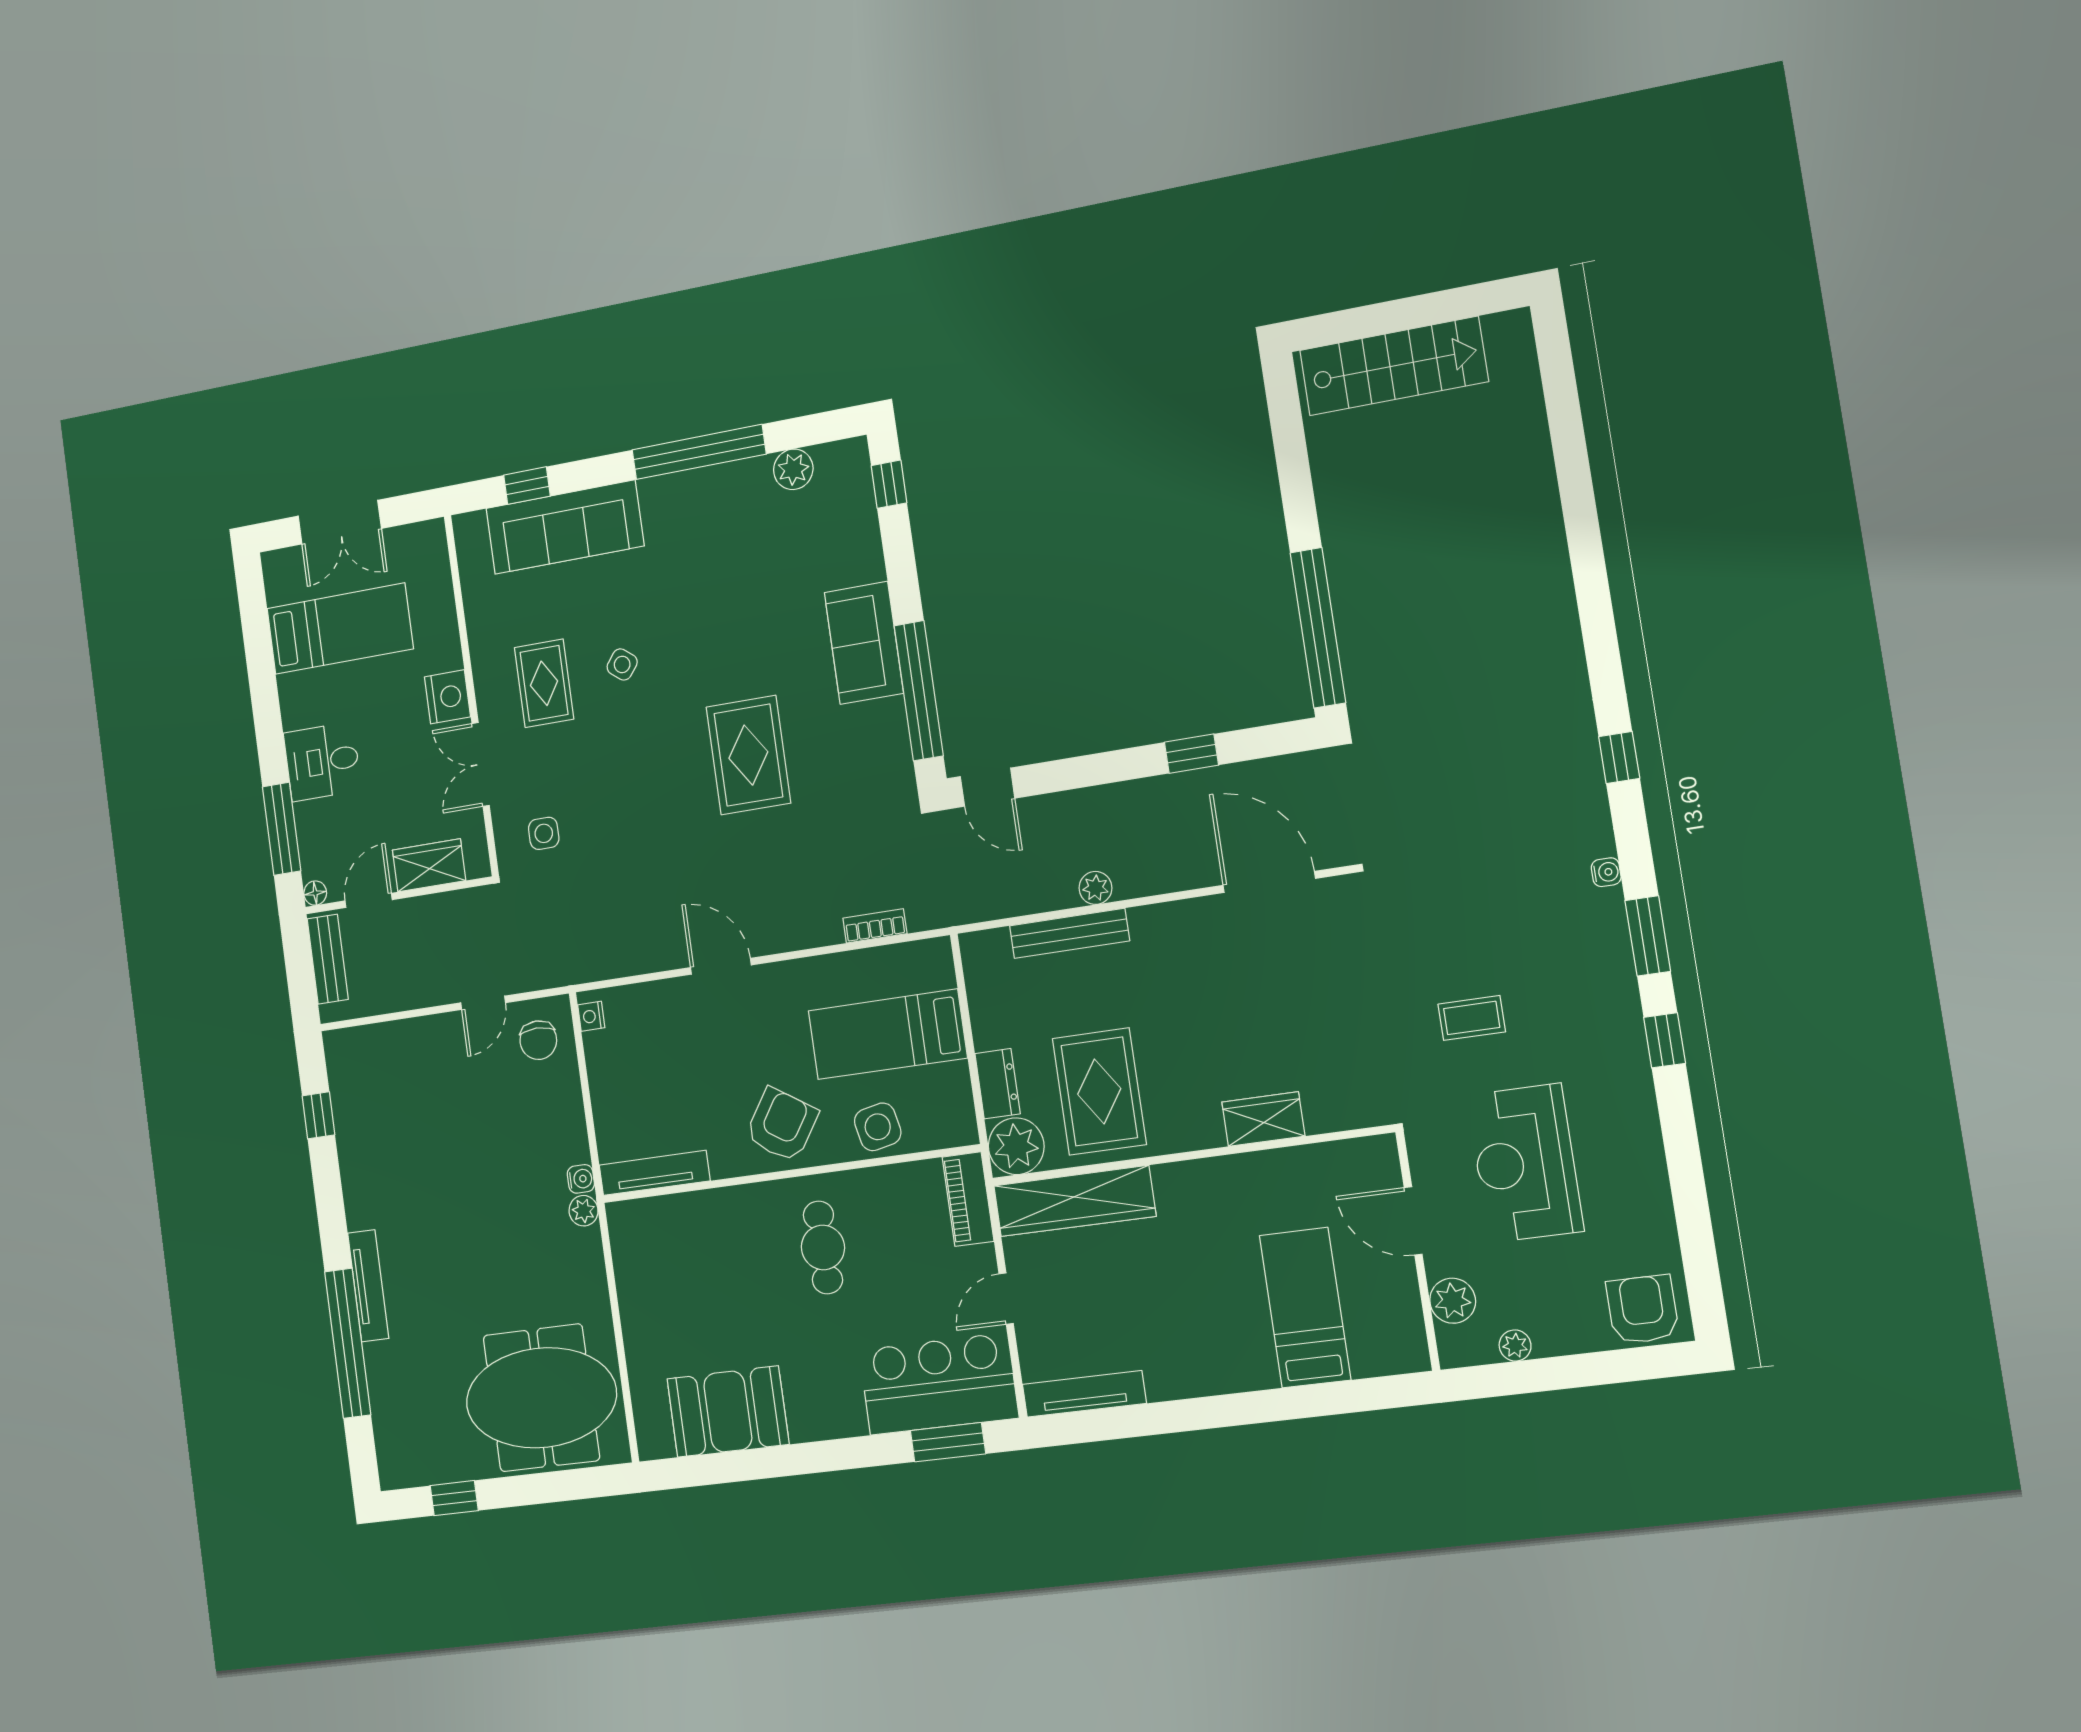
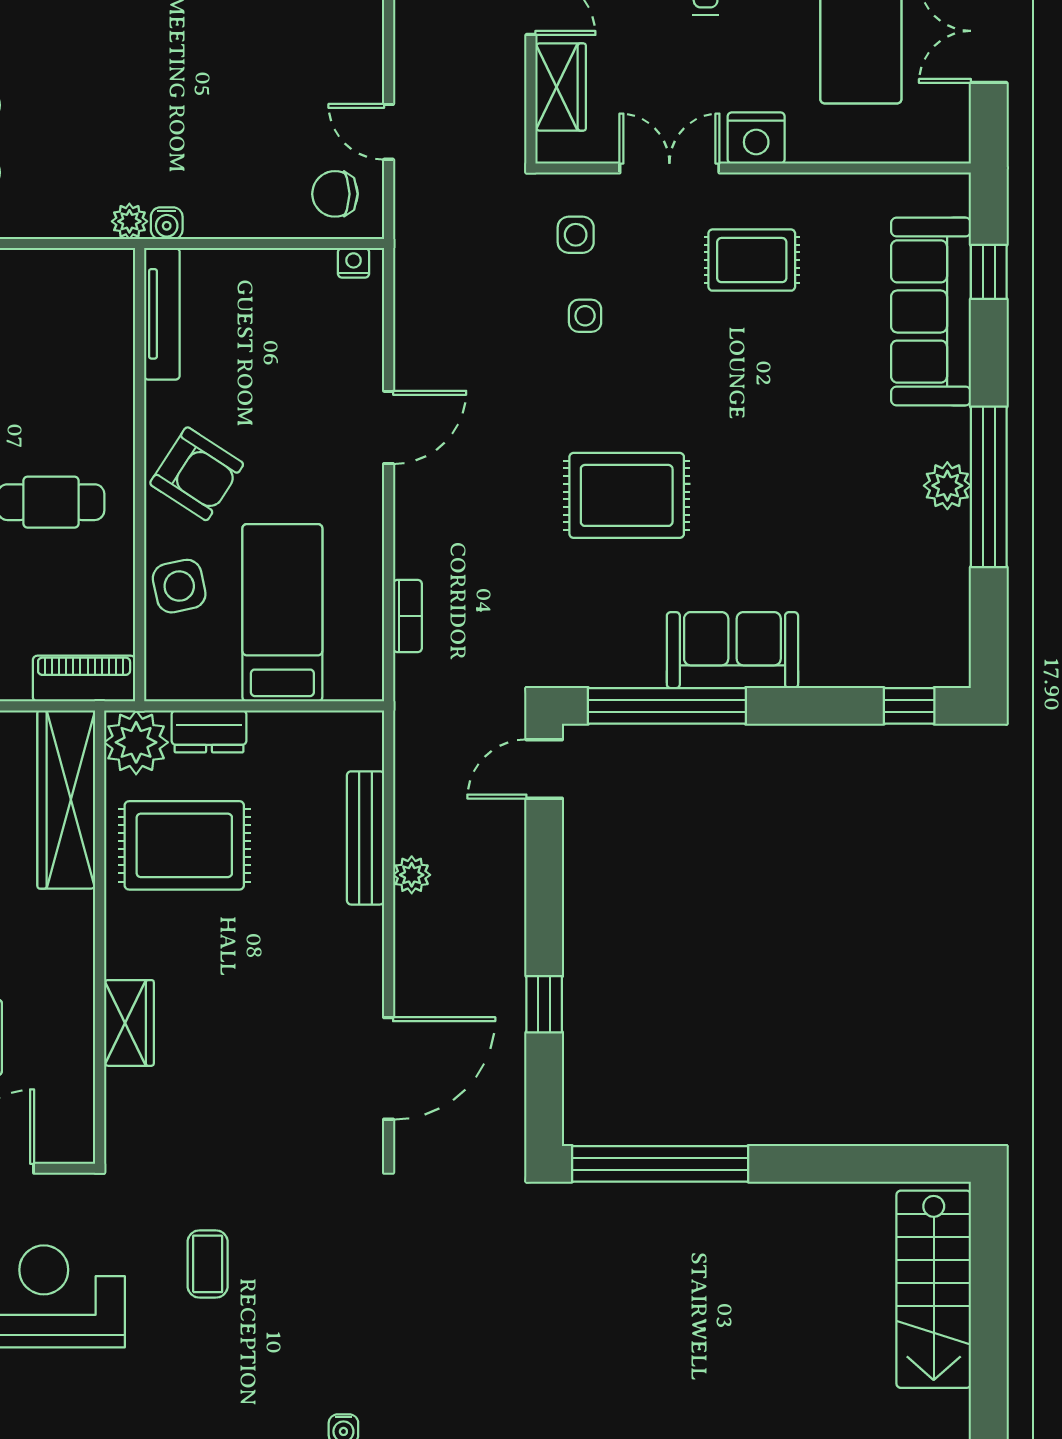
plant: (793, 469) -> (947, 486), moved
side table: (622, 664) -> (585, 316), moved, turned -38

